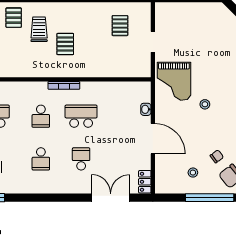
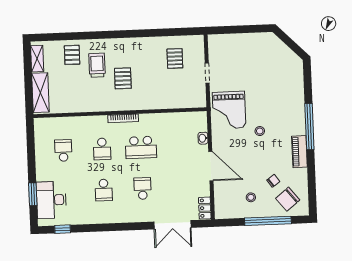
school desk: (81, 116) -> (141, 147), turned 180
double door: (111, 198) -> (173, 225), swing flipped

